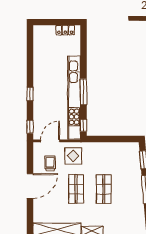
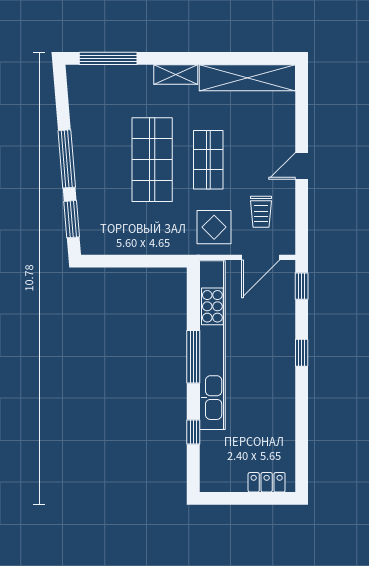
locker: (65, 30) -> (267, 482), moved
window: (83, 125) -> (193, 432), moved
door: (30, 186) -> (302, 166), width x0.53
shop shelf: (104, 189) -> (152, 160), width x1.43, depth x1.36

